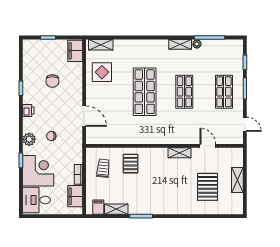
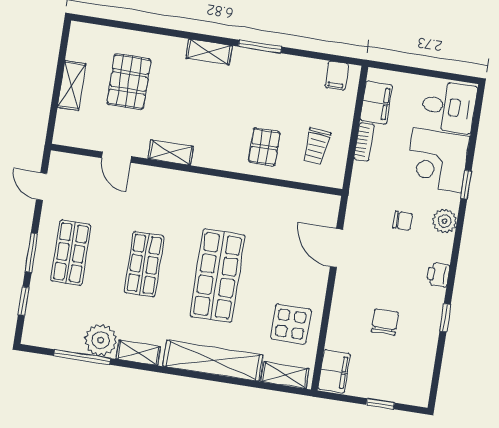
plant: (197, 44) -> (101, 340), width x1.88, depth x1.88
shelving: (140, 46) -> (213, 361), added
shelving: (116, 209) -> (209, 52), moved

